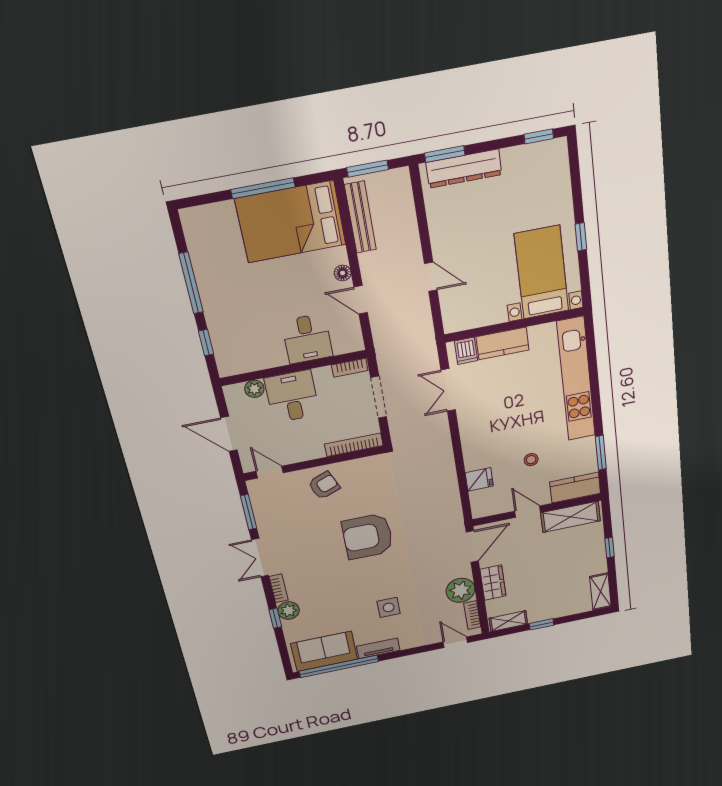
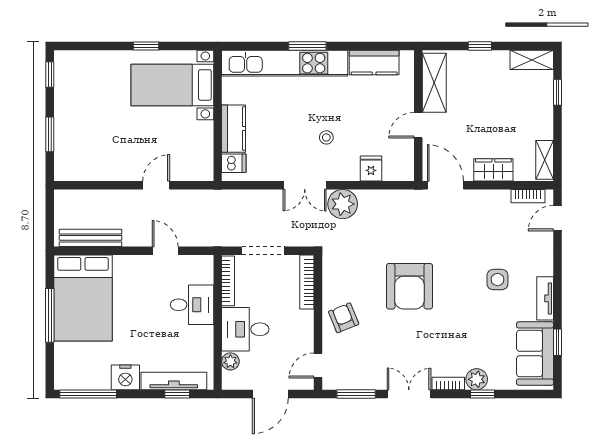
window: (445, 154) -> (50, 134), moved
window: (368, 169) -> (50, 225), removed
dresser: (464, 169) -> (65, 142), removed
floor lamp: (343, 273) -> (137, 262), removed
window: (191, 283) -> (88, 394), moved
nightstand: (211, 285) -> (125, 377), added
door: (361, 300) -> (165, 251), swing flipped
tv unit: (219, 336) -> (174, 381), added
bookcase: (350, 368) -> (228, 281), width x1.56
double door: (448, 390) -> (305, 185), moved
window: (601, 453) -> (307, 46), moved
stool: (531, 460) -> (326, 137), moved
kitchen counter: (575, 488) -> (374, 62), moved, turned -90
double door: (260, 558) -> (409, 394), swing flipped
plant: (460, 590) -> (343, 204), moved
window: (542, 624) -> (558, 92), moved
window: (339, 666) -> (558, 342), width x0.32

